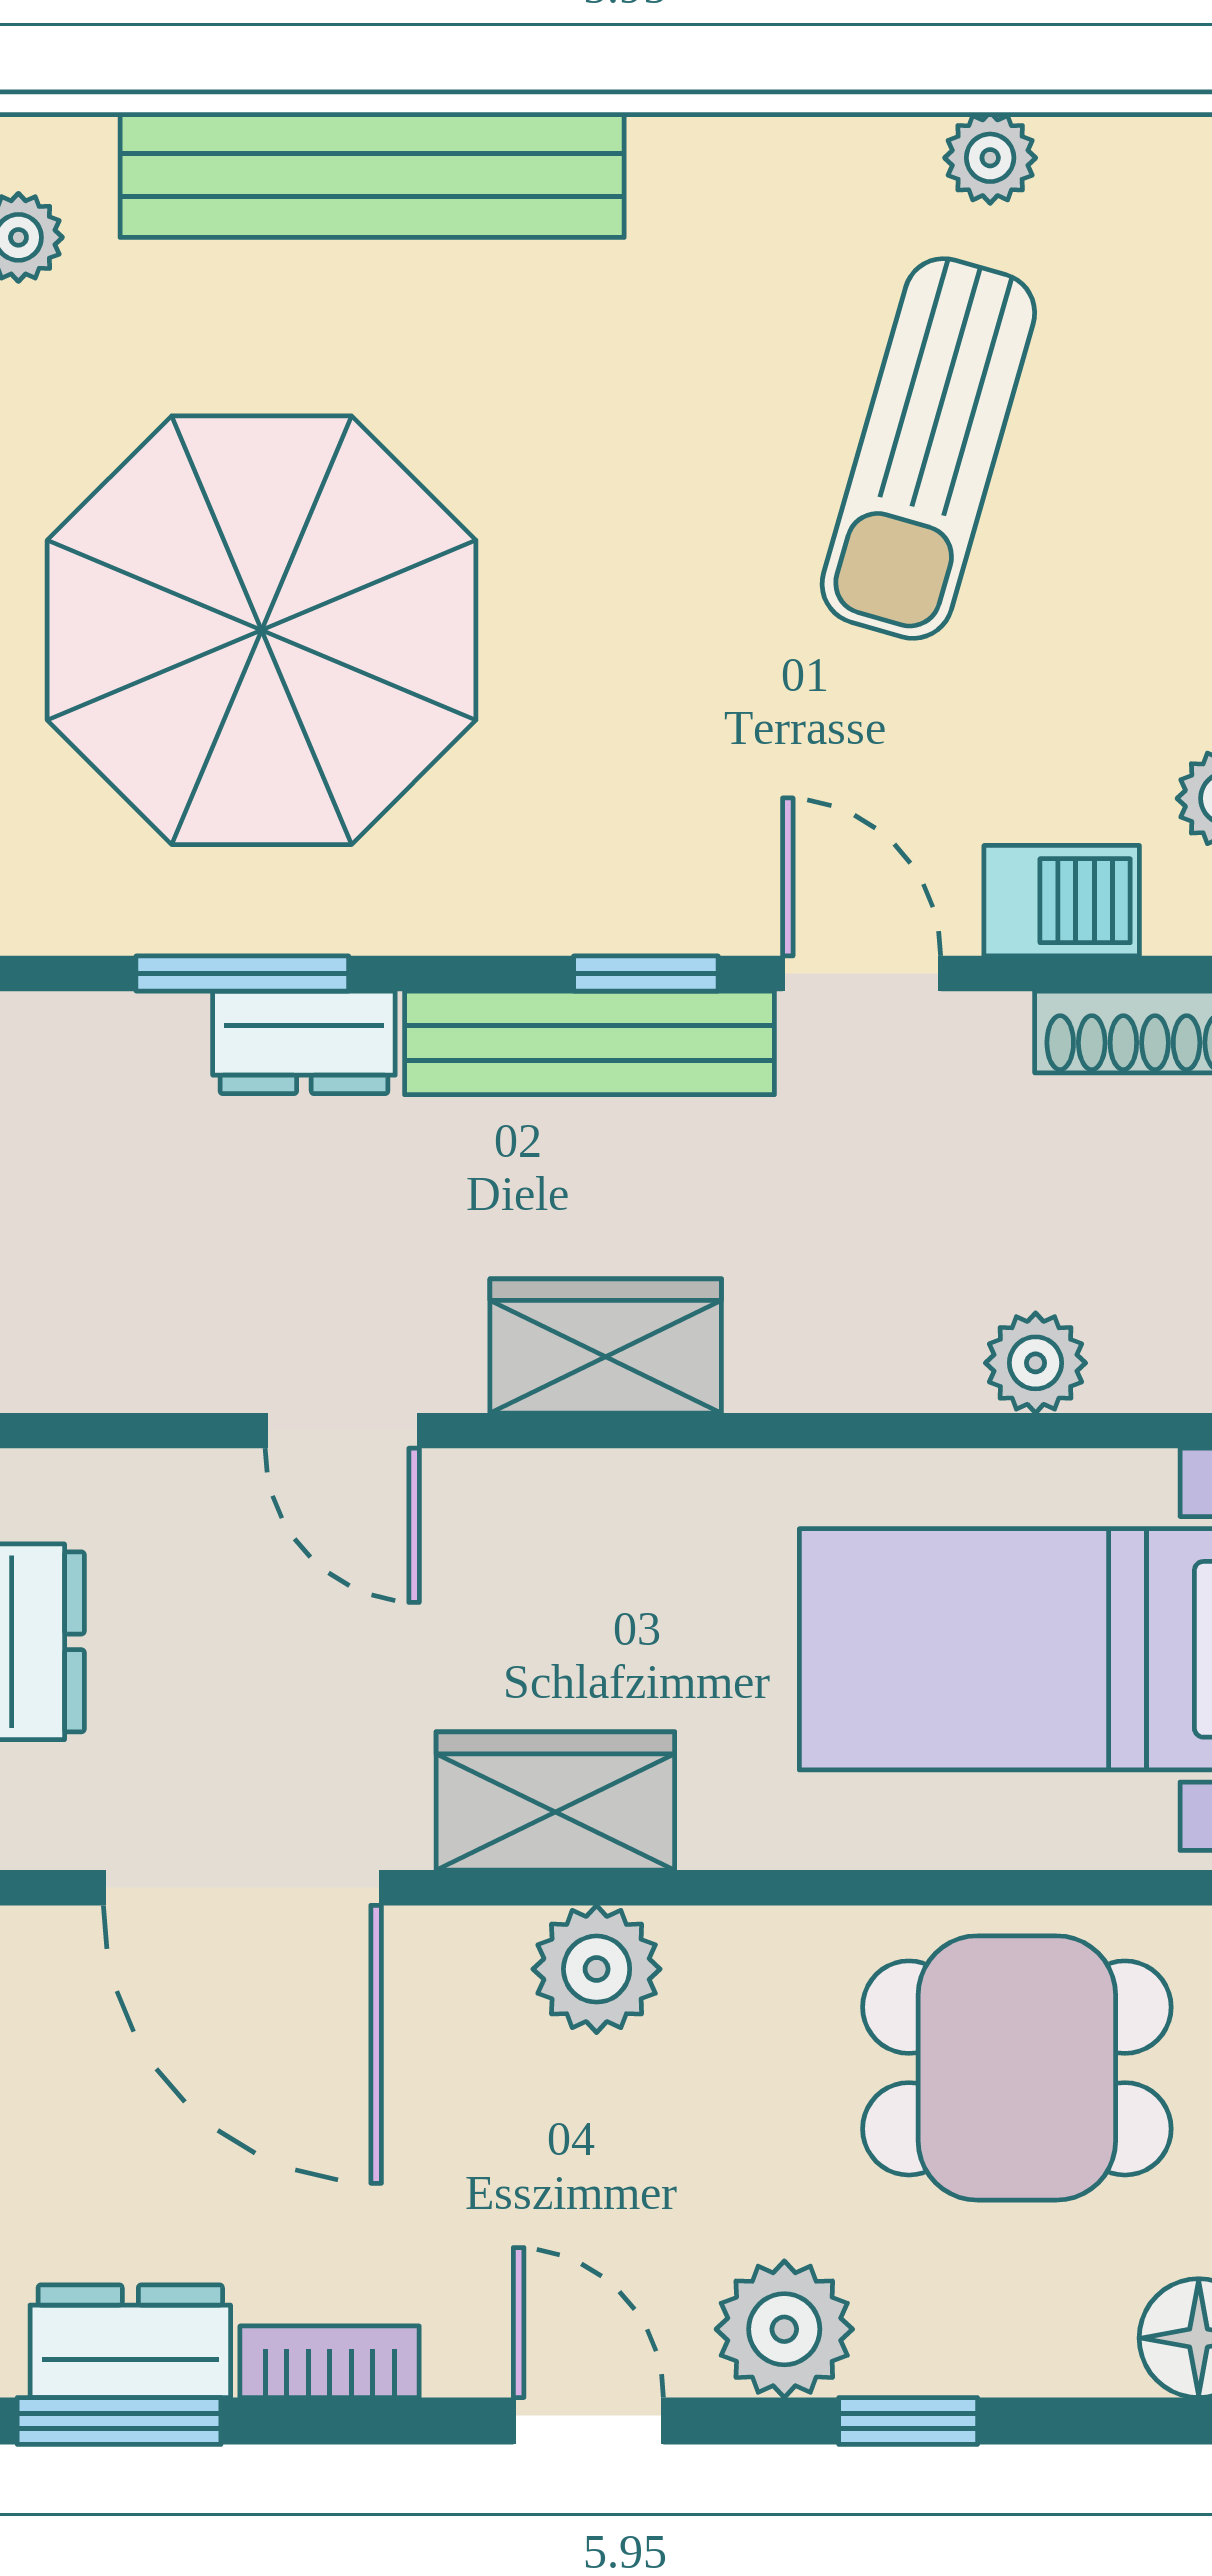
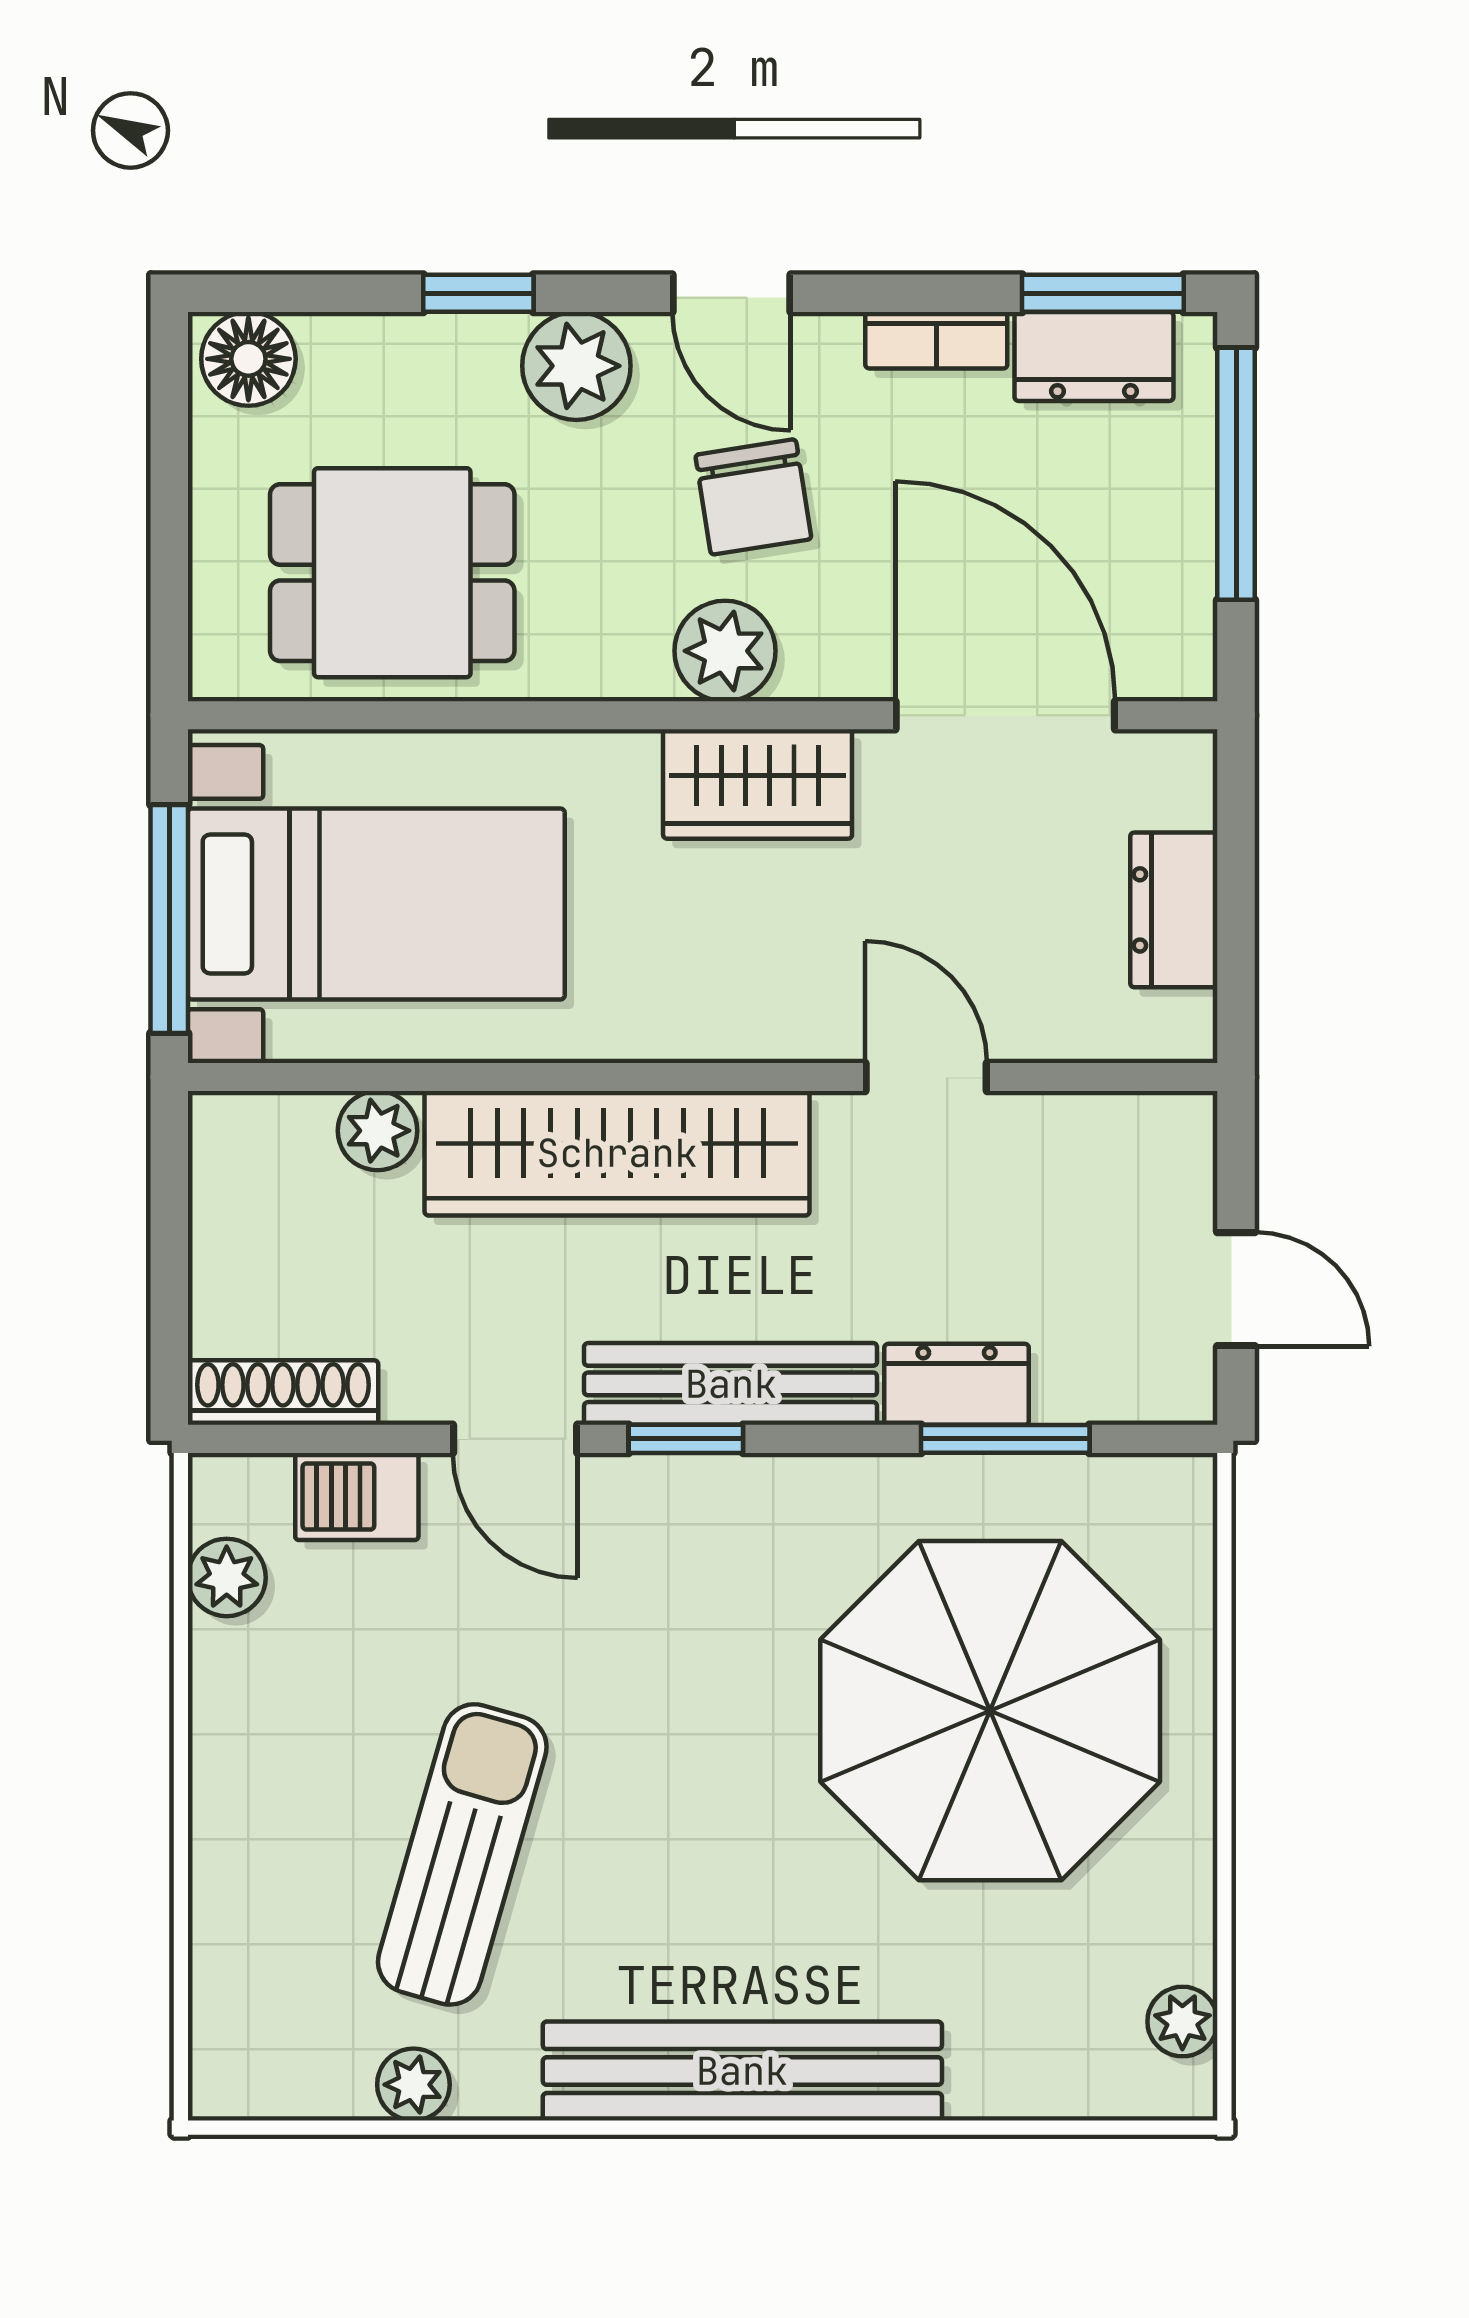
bench: (372, 175) -> (742, 2071), moved
wardrobe: (606, 1346) -> (617, 1153), width x2.10, depth x1.17
chair: (561, 2164) -> (753, 497), added

